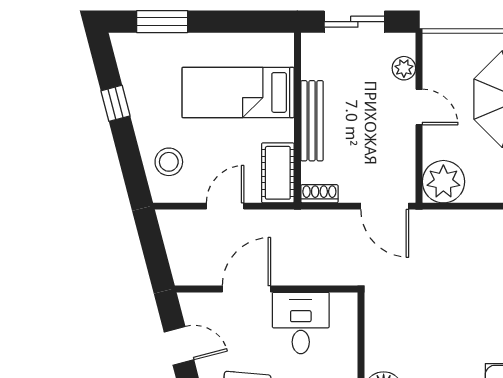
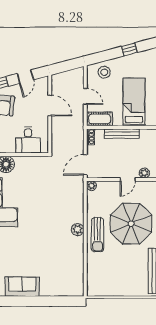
plant: (443, 182) -> (91, 186), width x0.53, depth x0.53
desk: (301, 323) -> (28, 140), moved, turned 90

